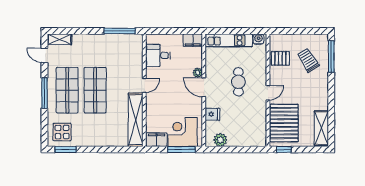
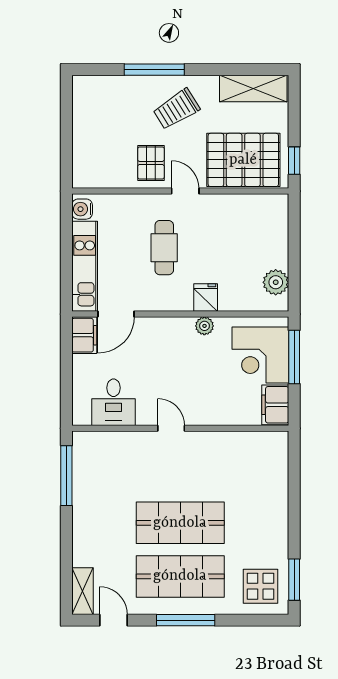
door: (44, 55) -> (113, 620), swing flipped
window: (331, 57) -> (154, 70), moved
pallet: (280, 58) -> (151, 163), moved
trolley: (308, 60) -> (176, 109), moved
plant: (198, 73) -> (204, 326), moved
cafe table: (238, 82) -> (164, 248), turned 90
door: (204, 87) -> (116, 314), moved
fridge: (212, 114) -> (206, 297), moved
shelving: (136, 120) -> (237, 445), removed

